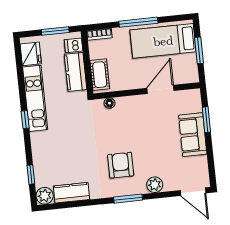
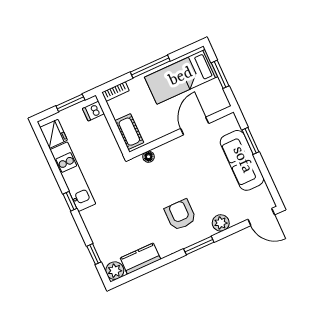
kitchen counter: (76, 72) -> (104, 137), removed
sofa: (193, 135) -> (242, 160), width x1.36

